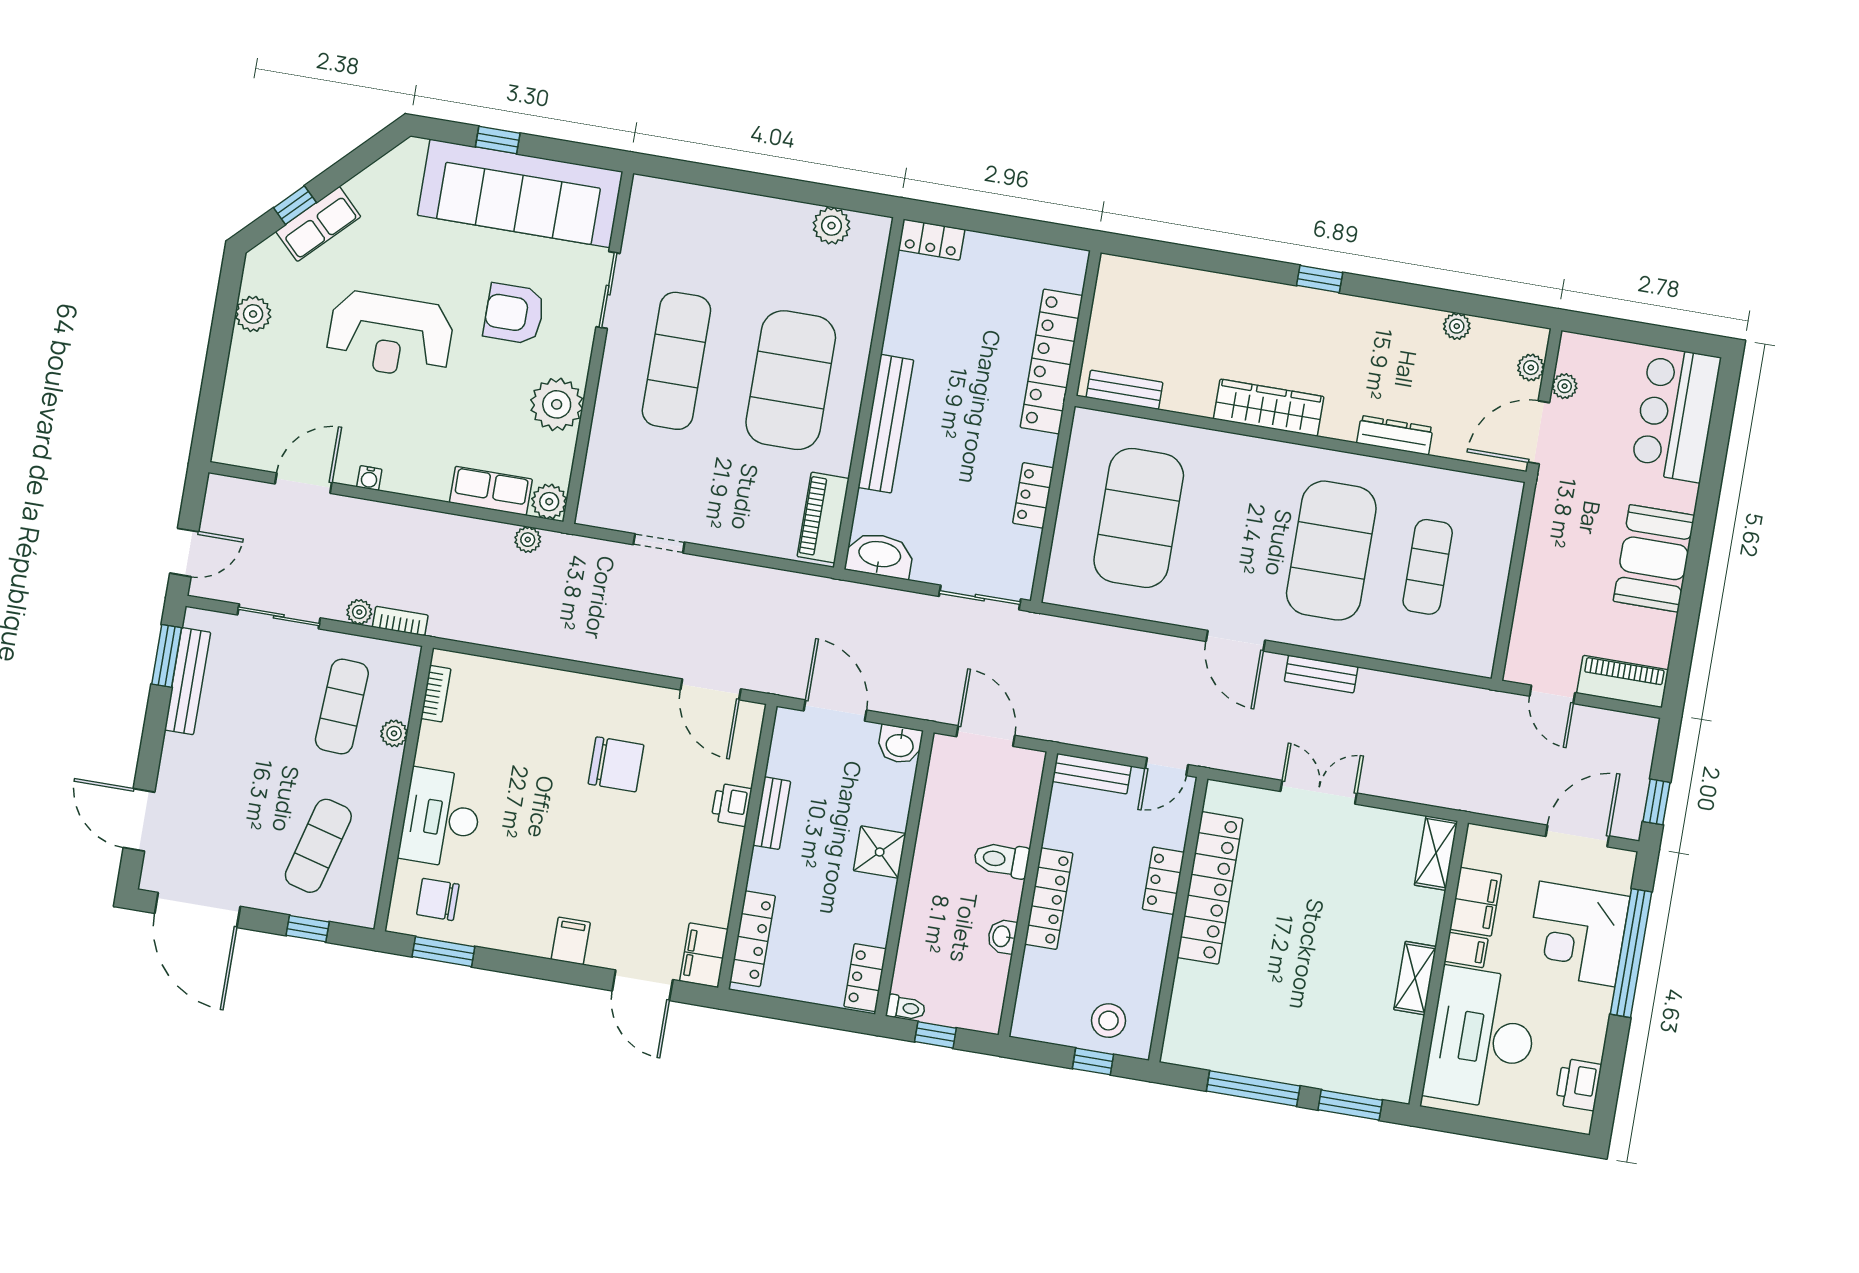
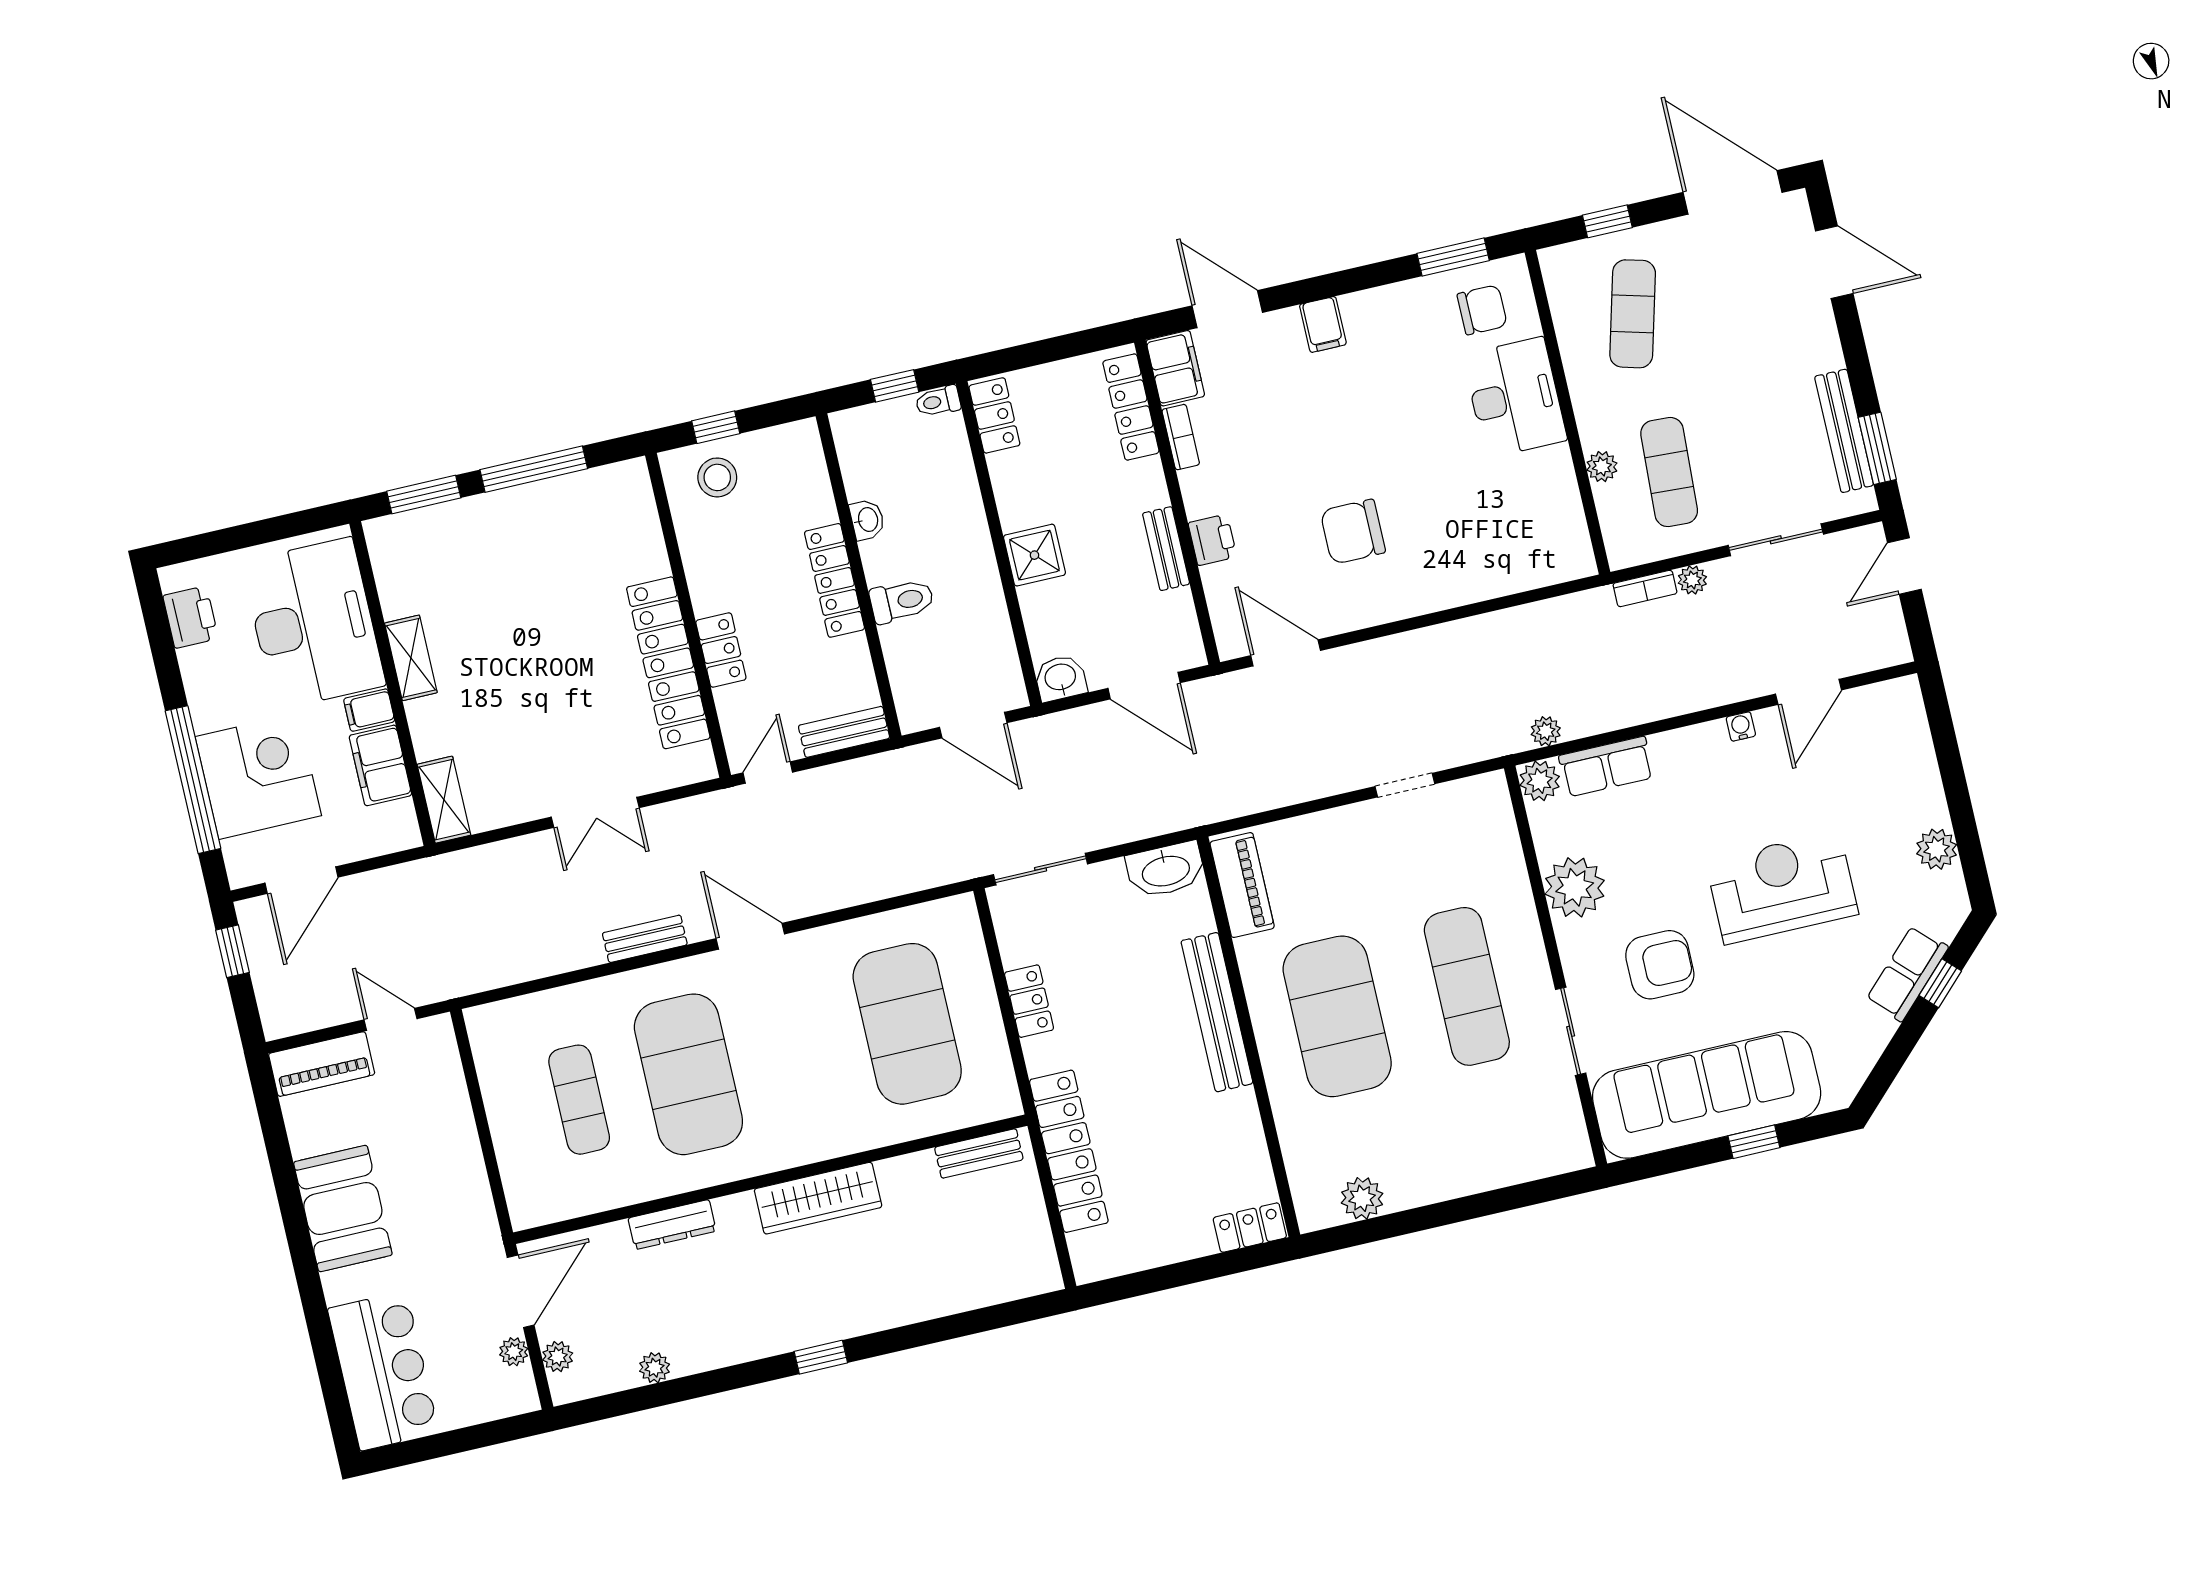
bookcase: (436, 694) -> (1181, 437), moved, turned 180

